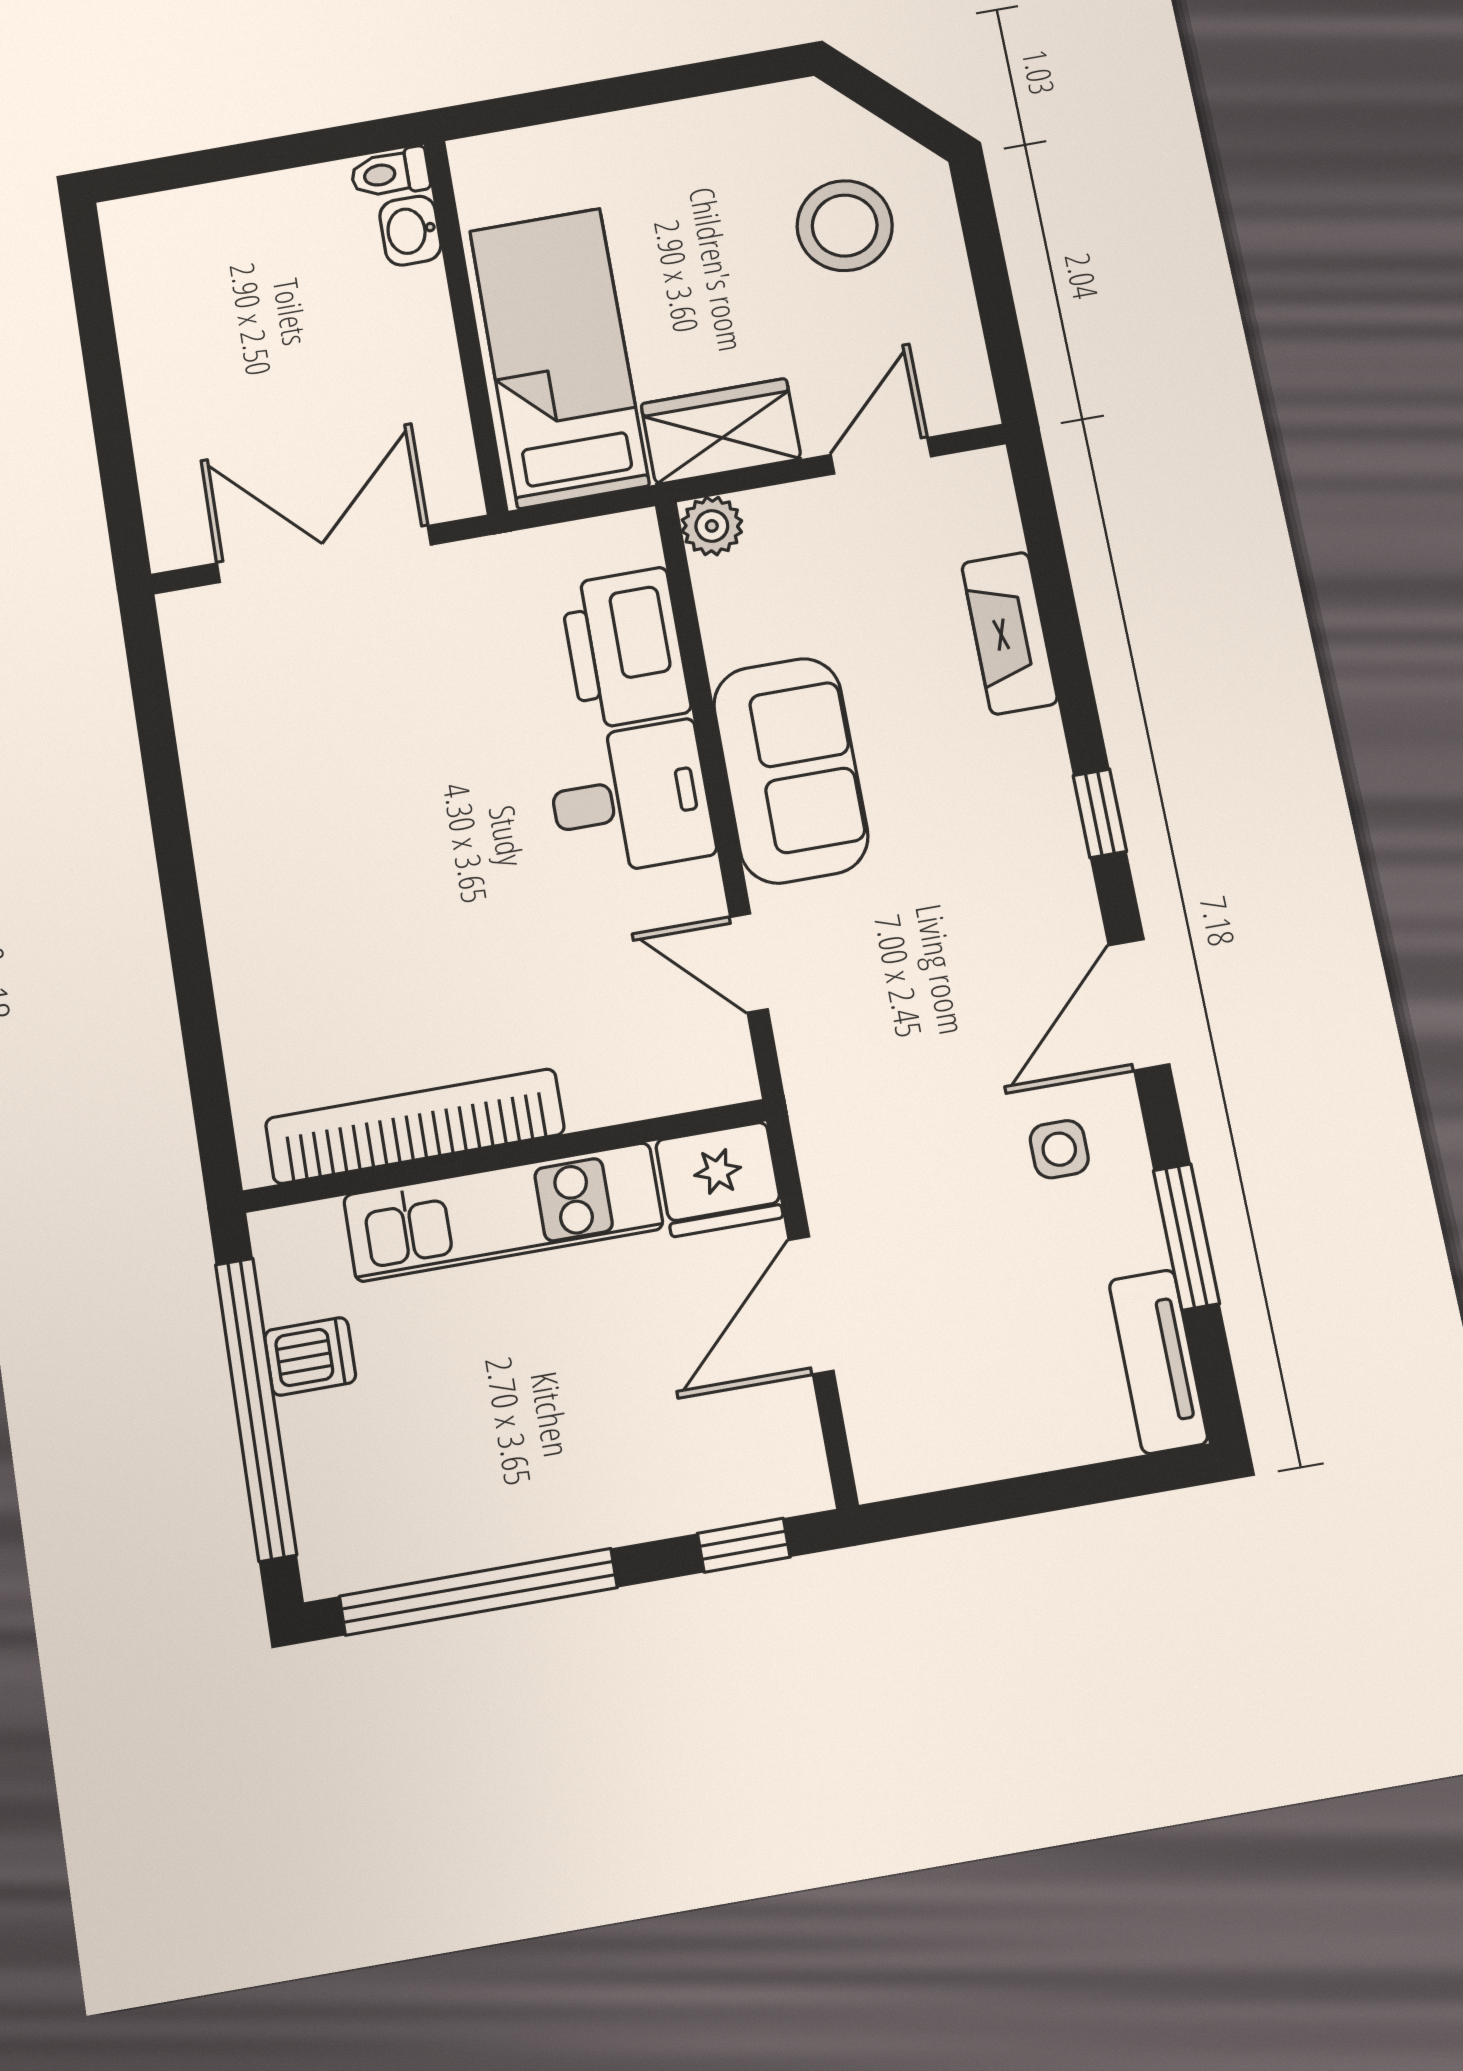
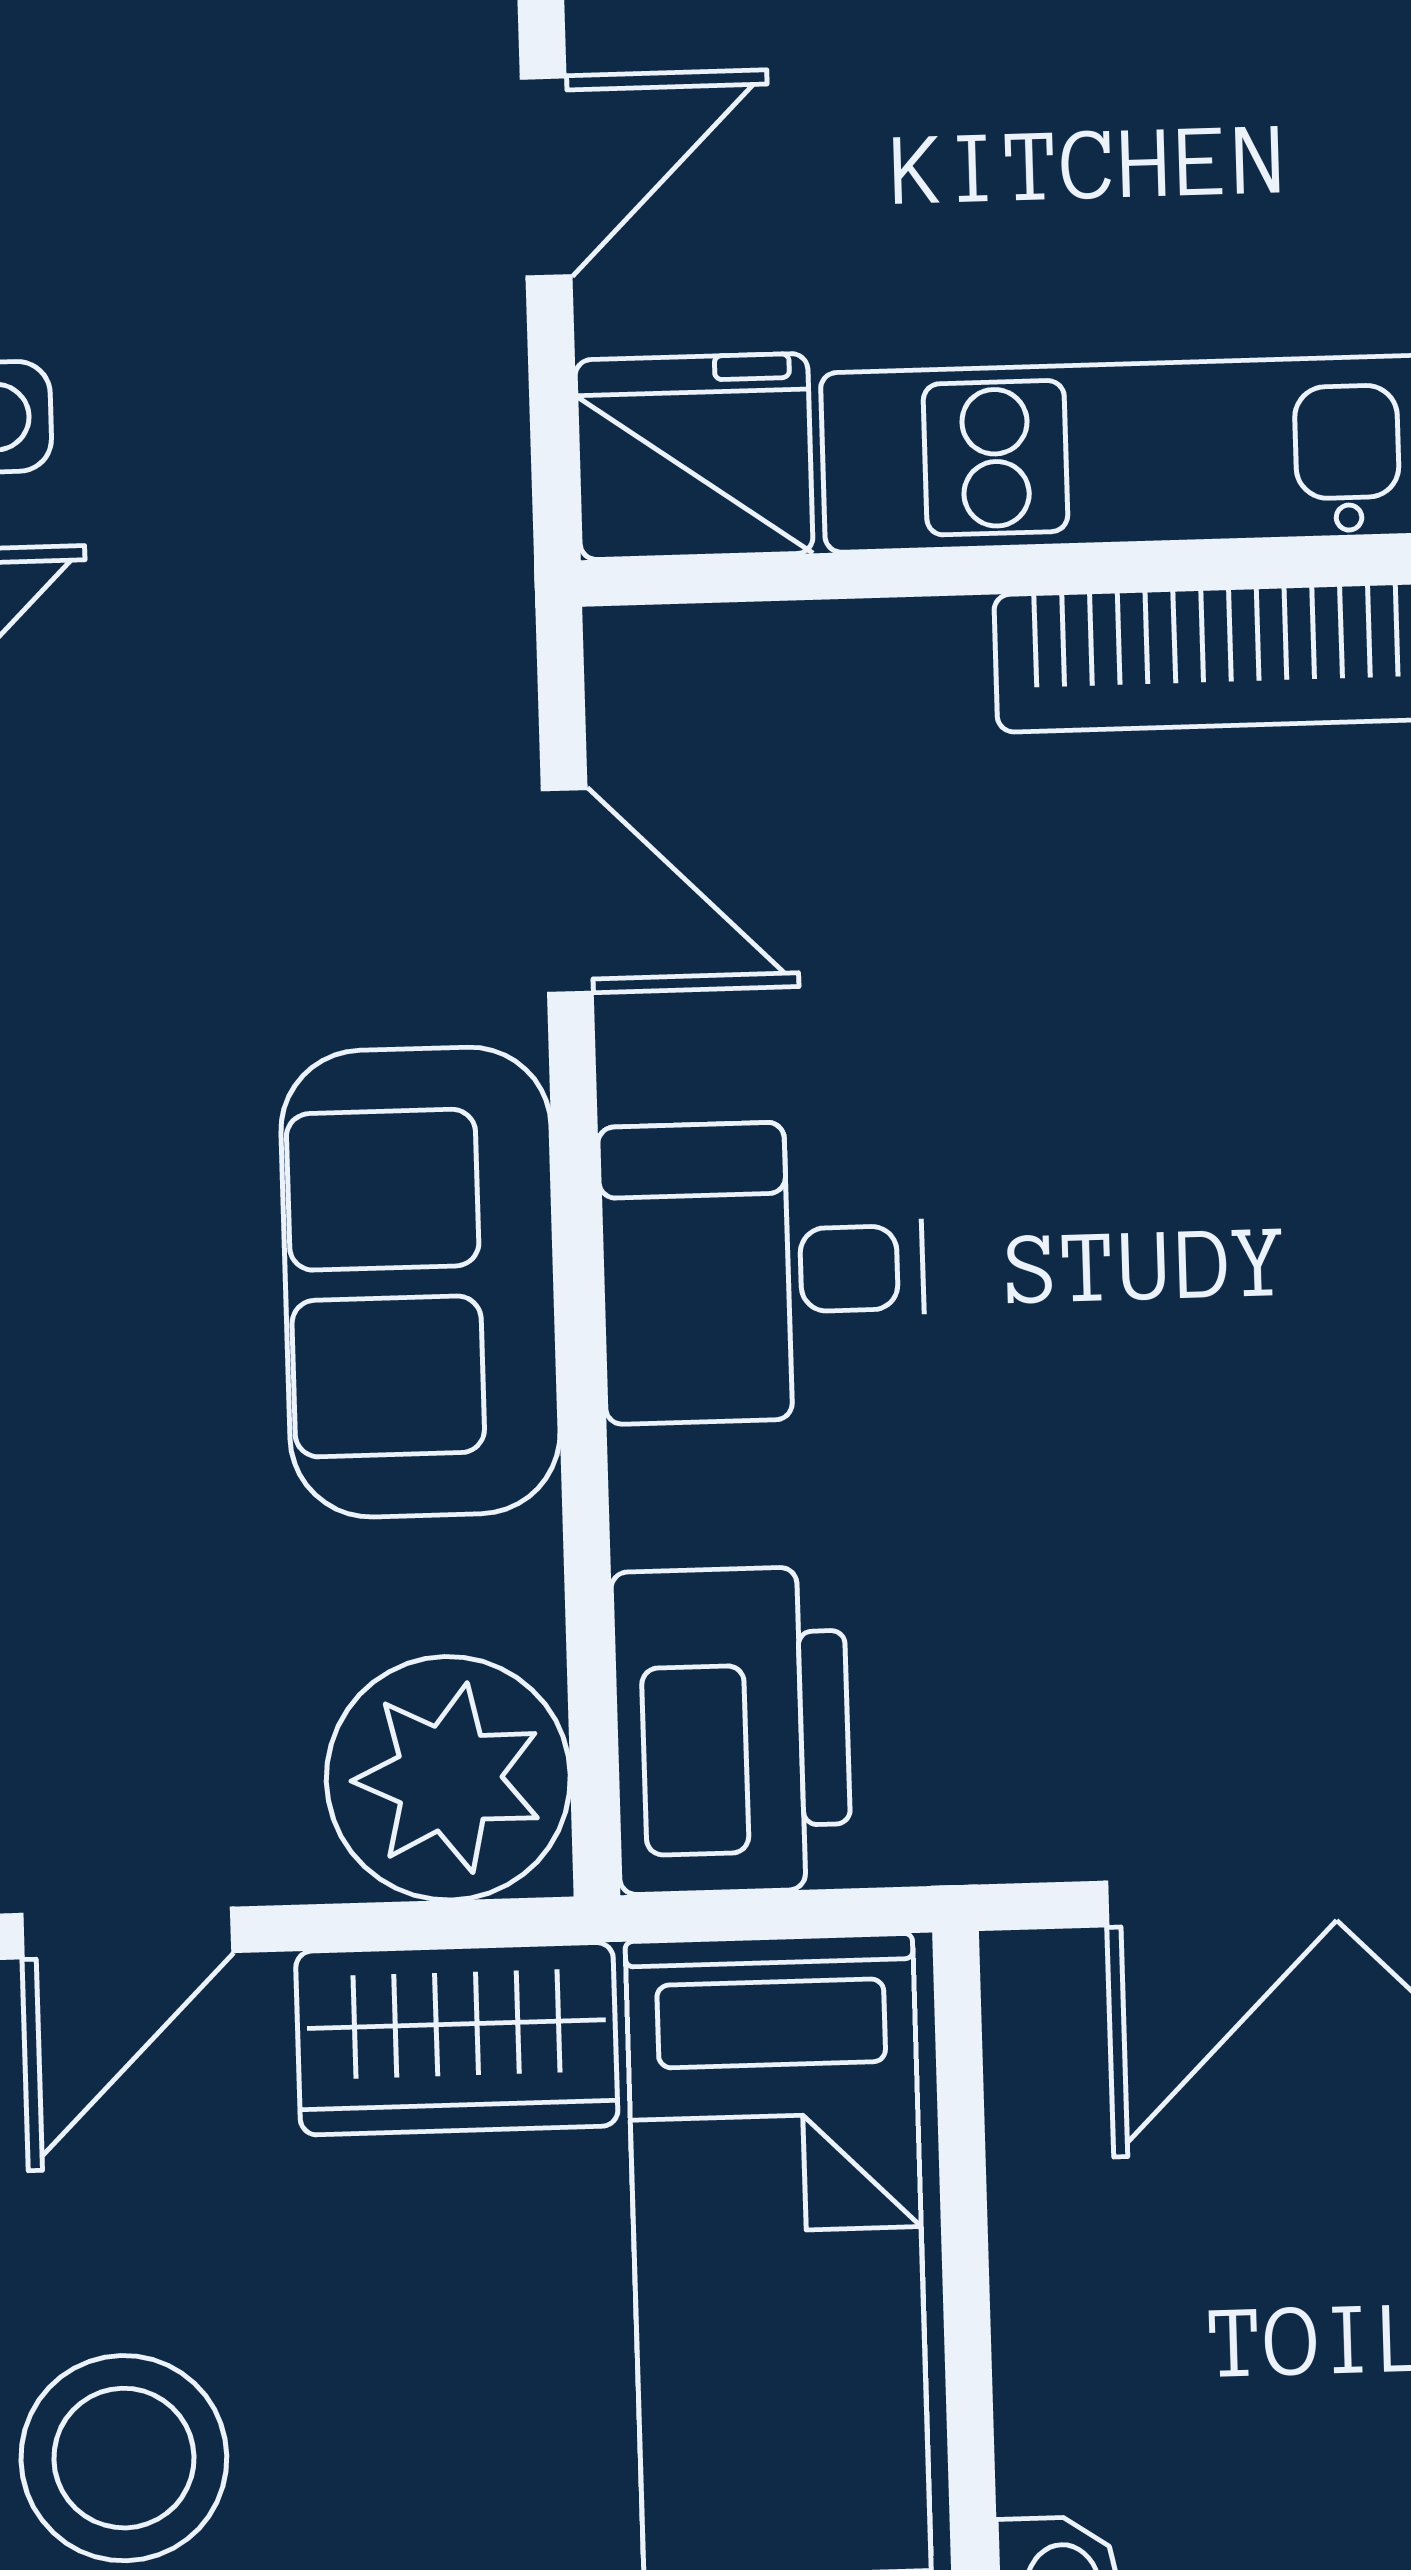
plant: (712, 526) -> (448, 1778), width x1.88, depth x1.88
printer: (625, 648) -> (732, 1730), moved
door: (811, 1305) -> (546, 177), width x0.73

